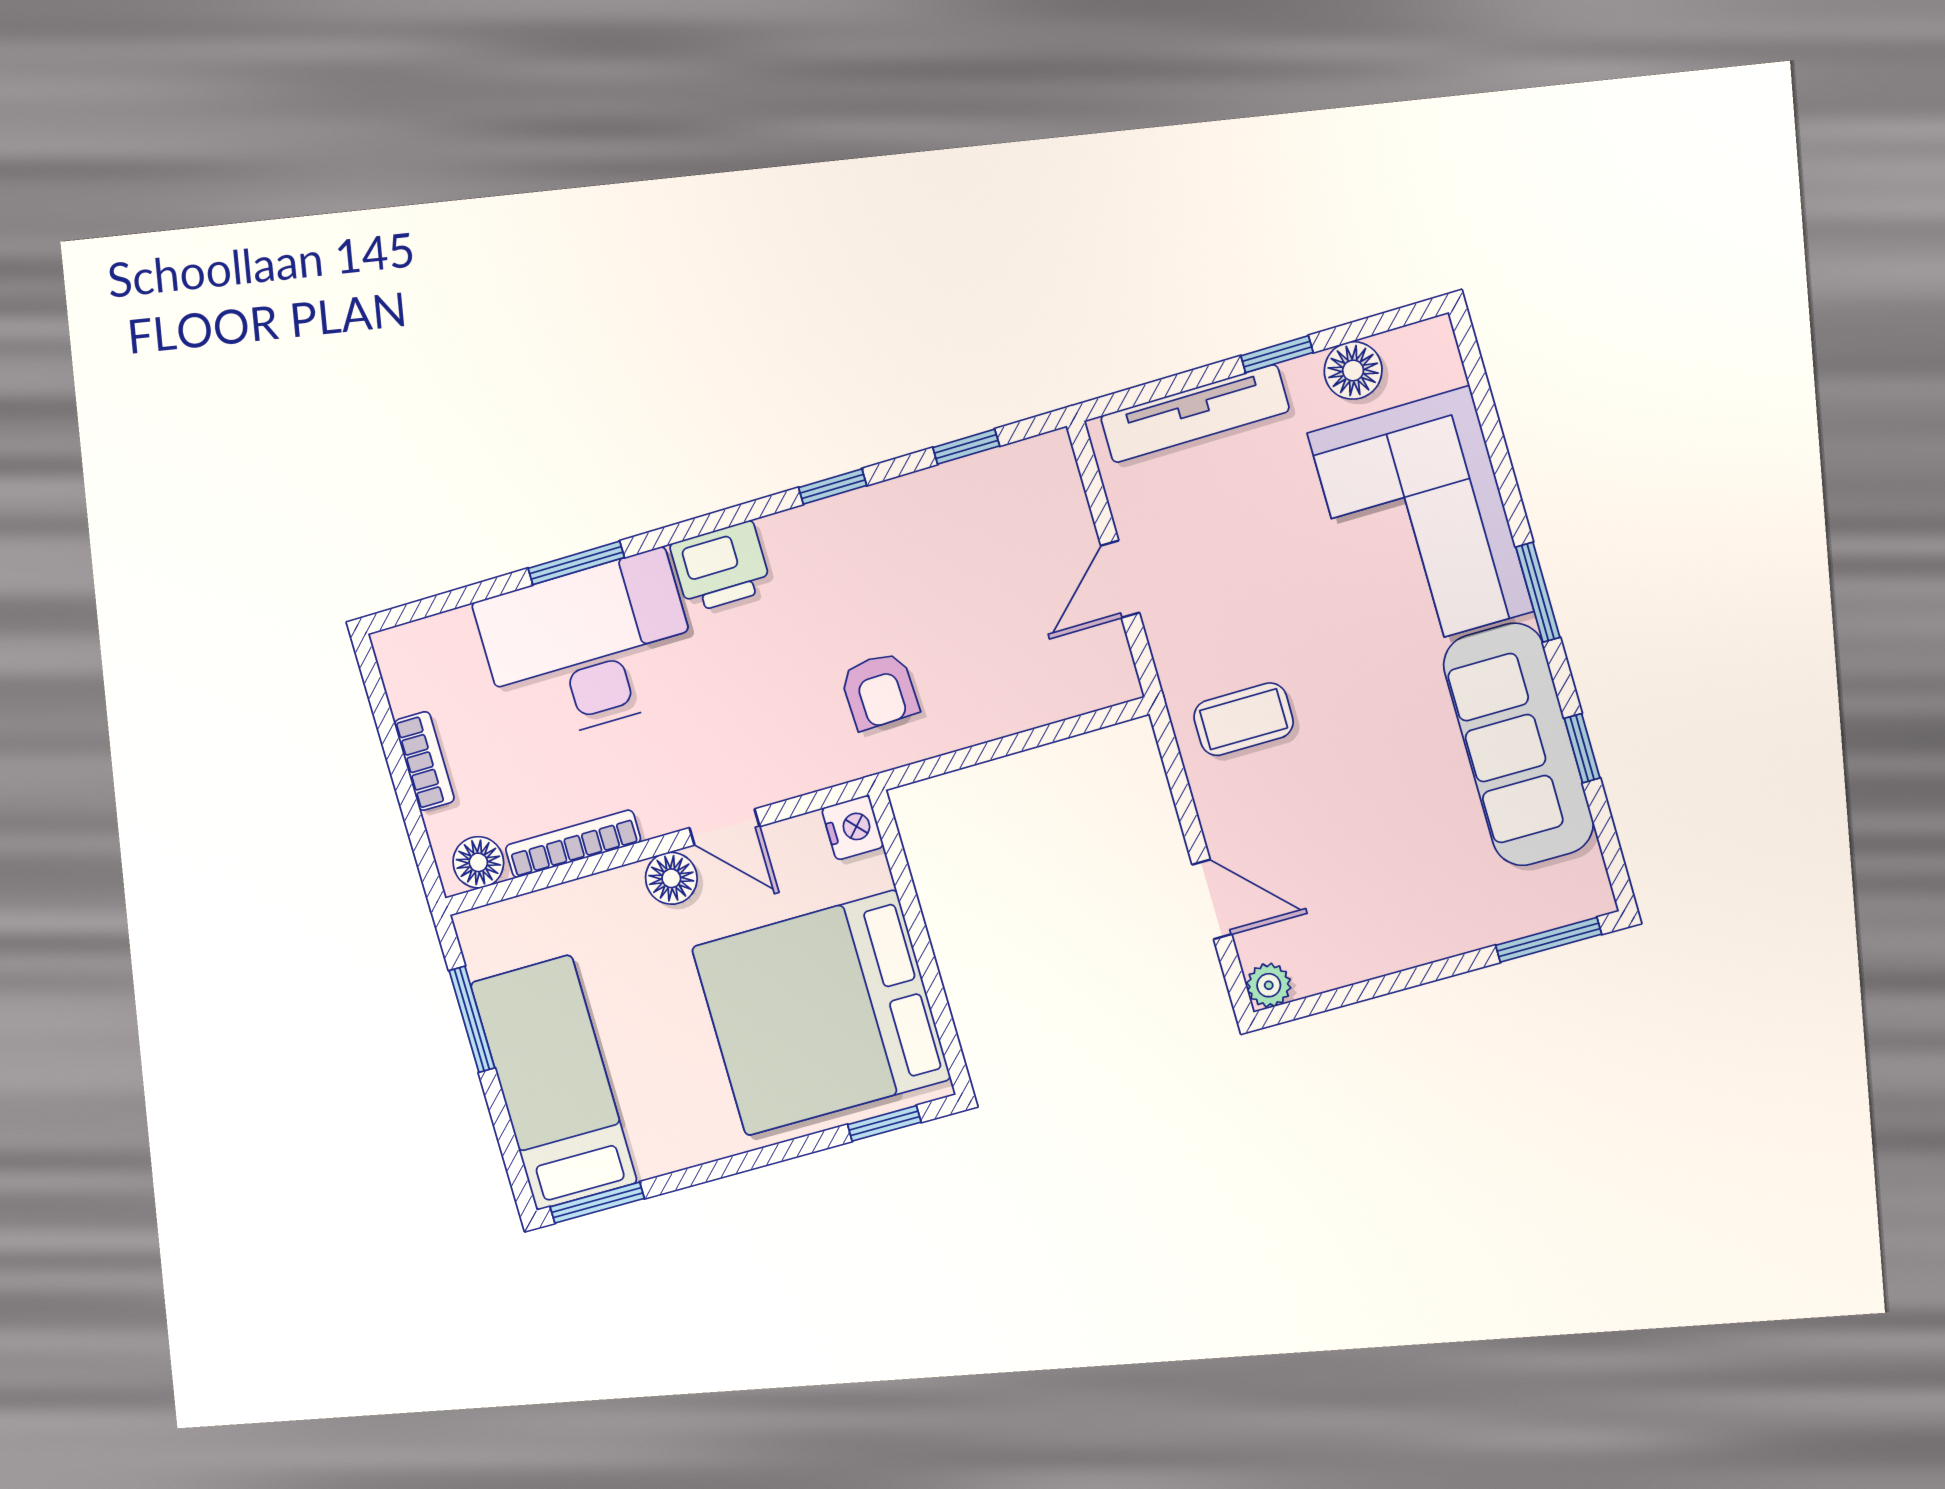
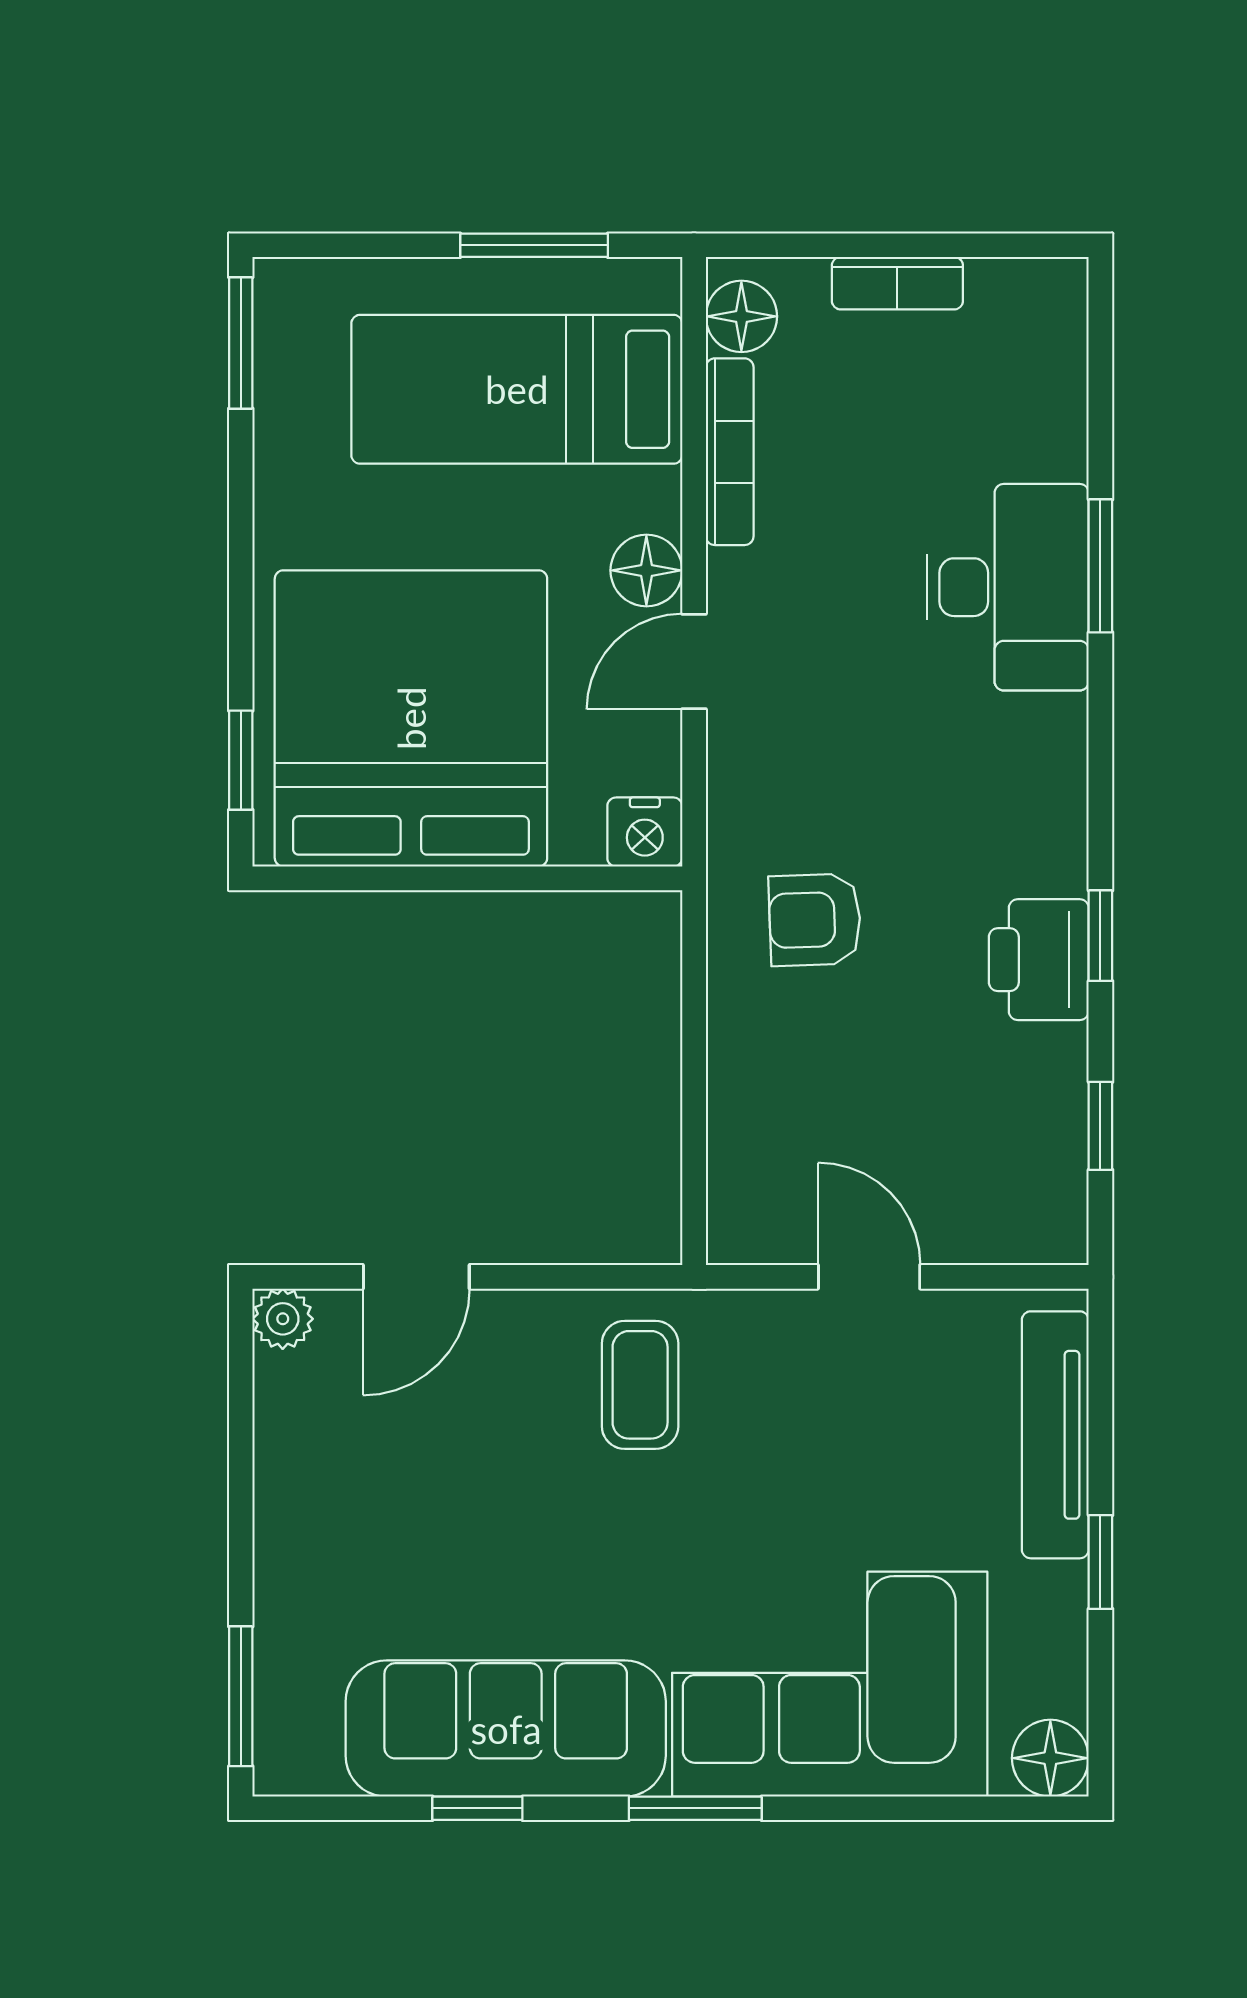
floor lamp: (1353, 370) -> (1050, 1758), moved
printer: (721, 567) -> (1039, 960), moved
desk: (589, 648) -> (1008, 587), width x0.73, depth x0.77
bed: (554, 1083) -> (517, 389), moved, turned 180

